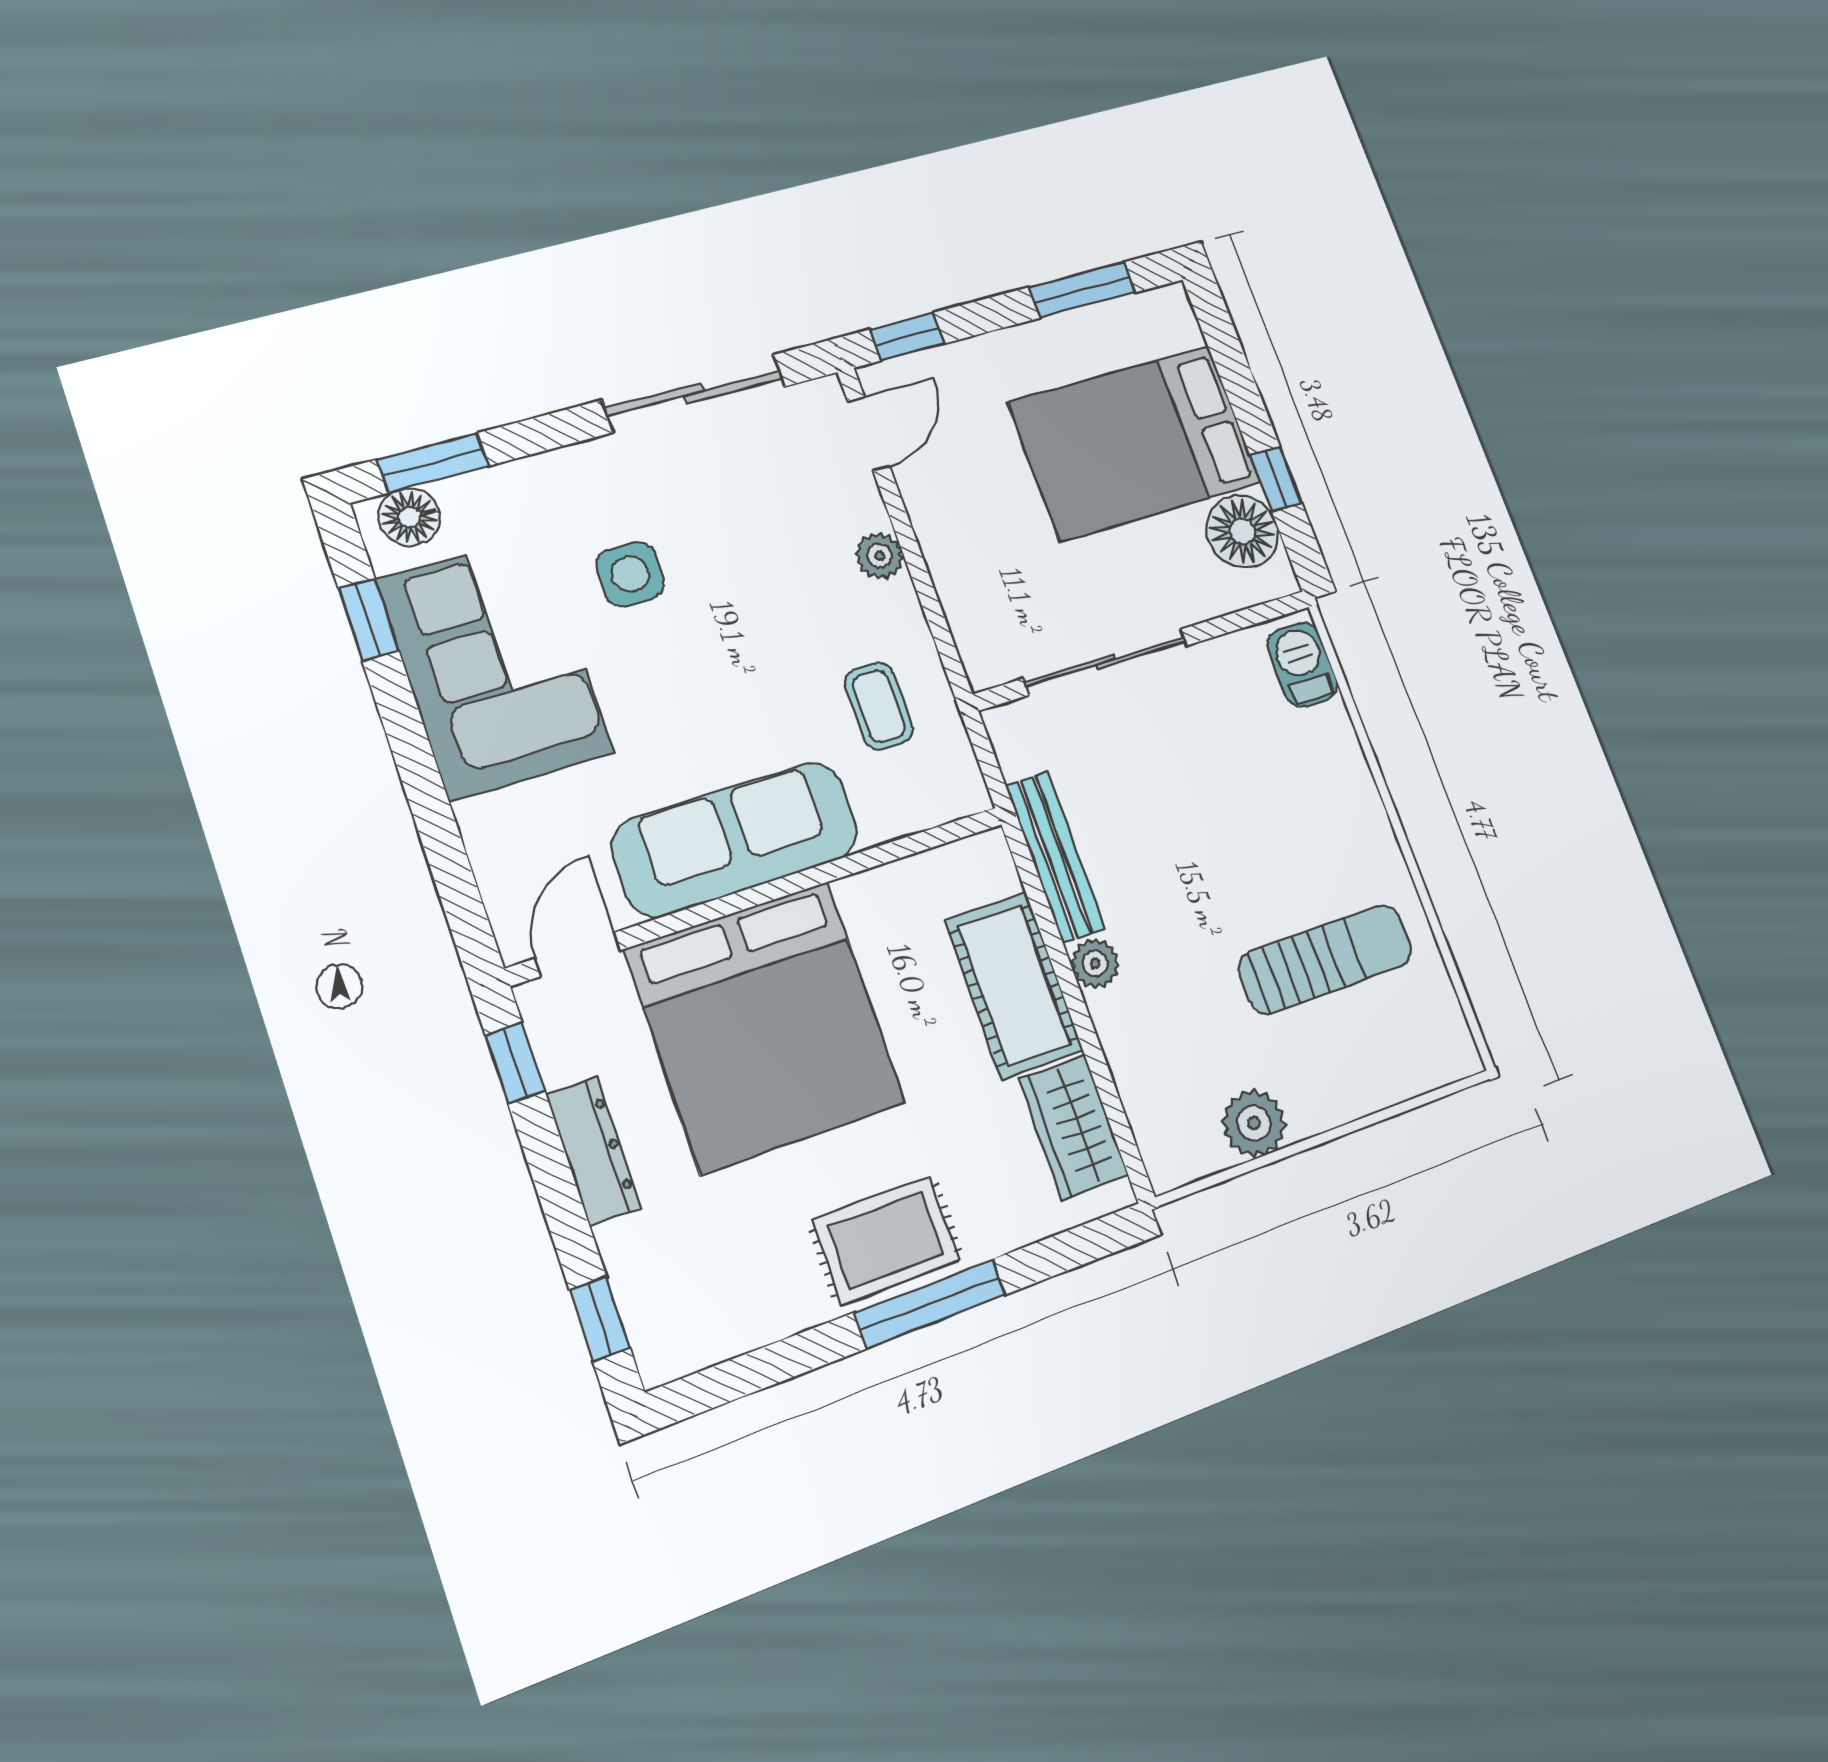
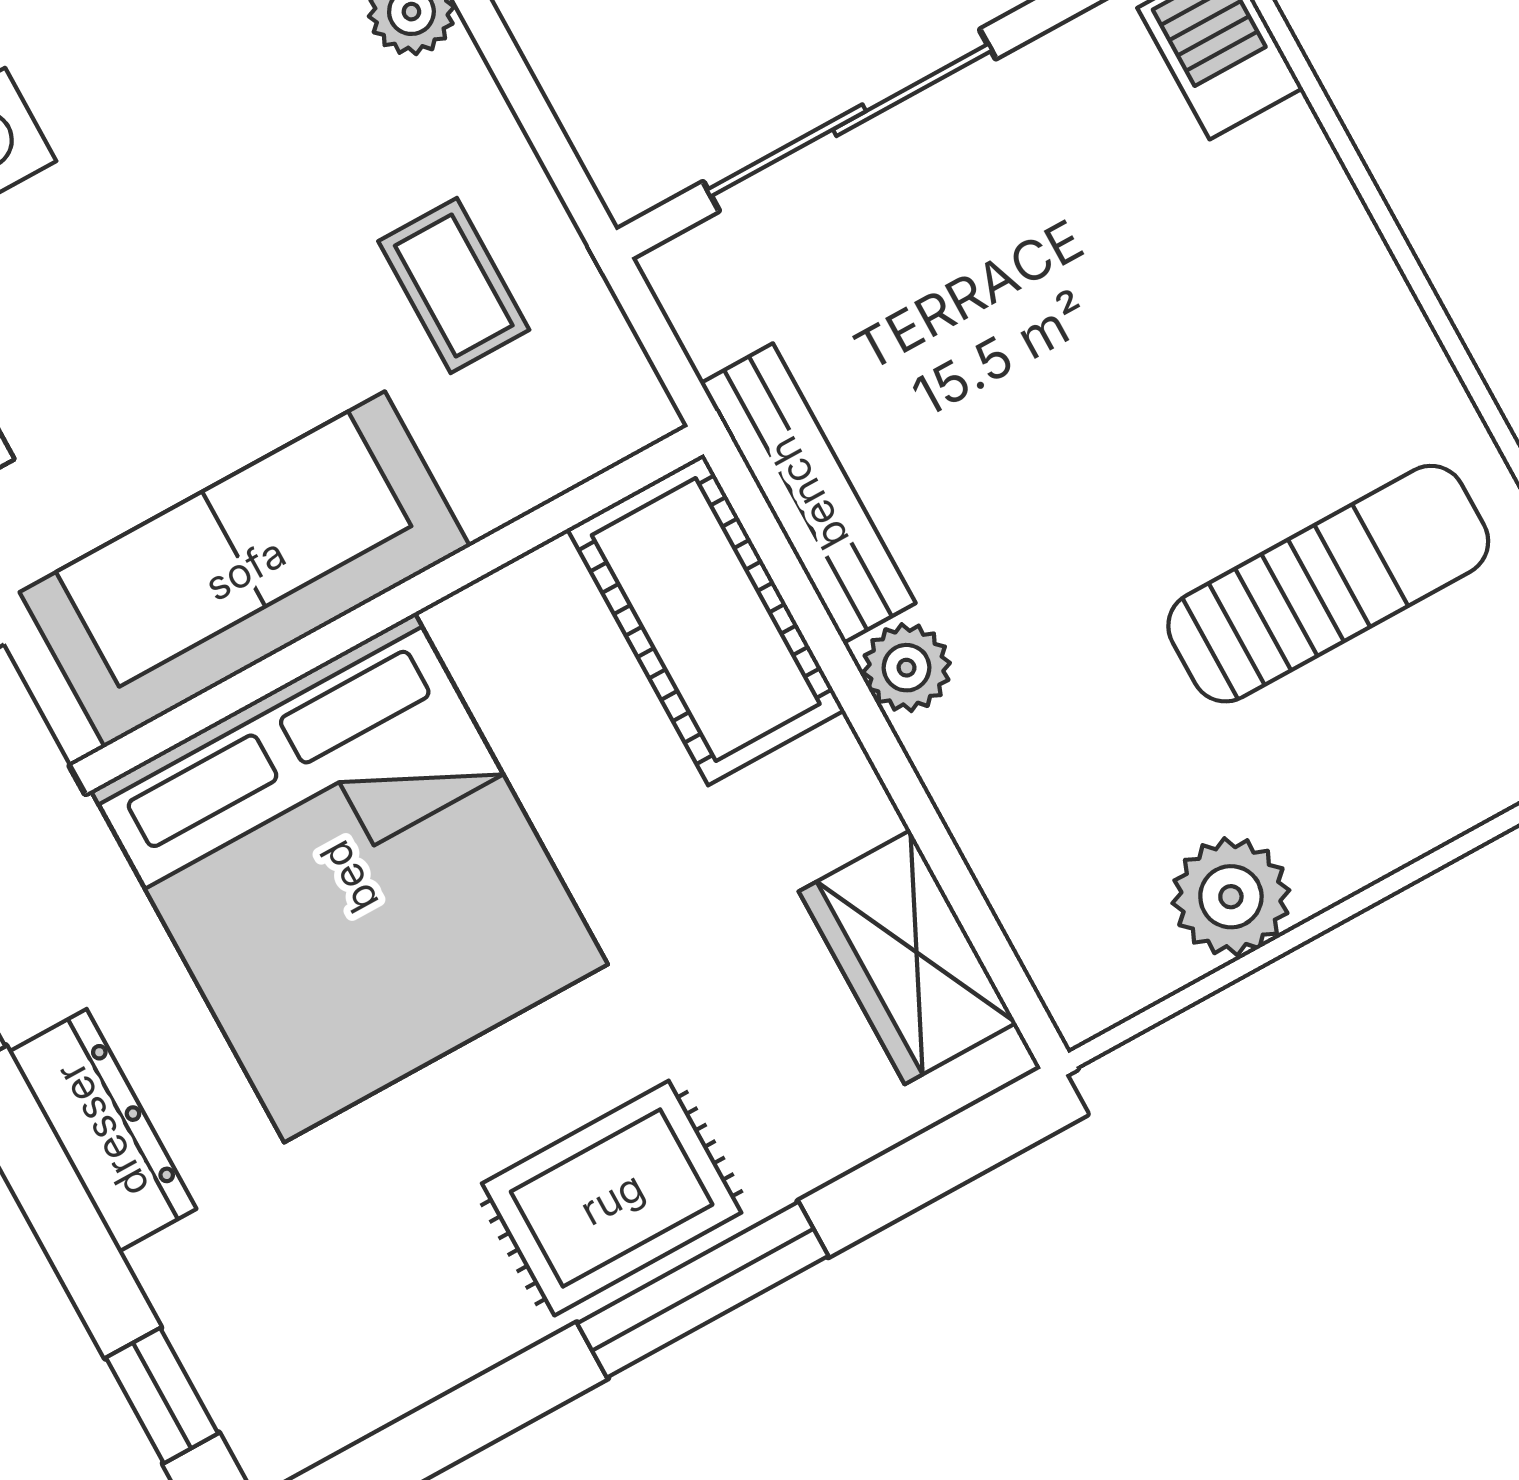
cot: (1014, 985) -> (706, 619), moved

